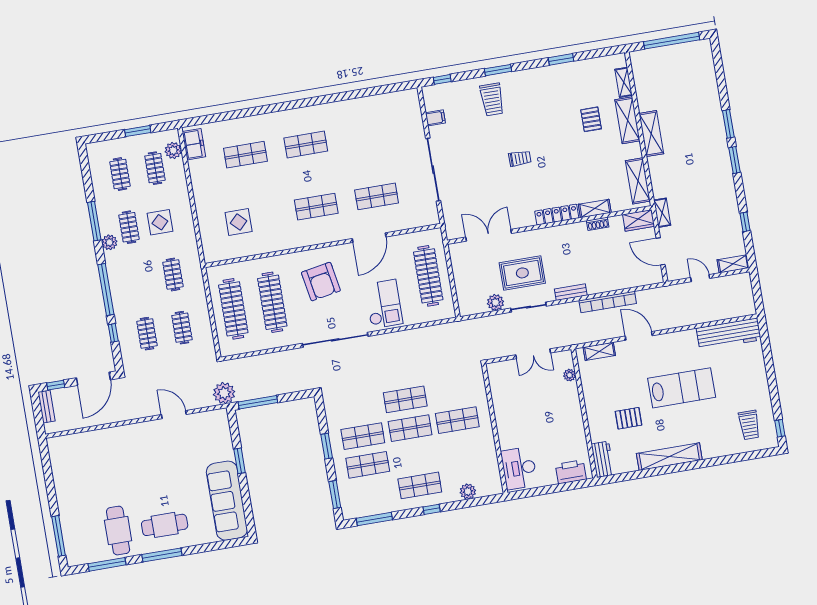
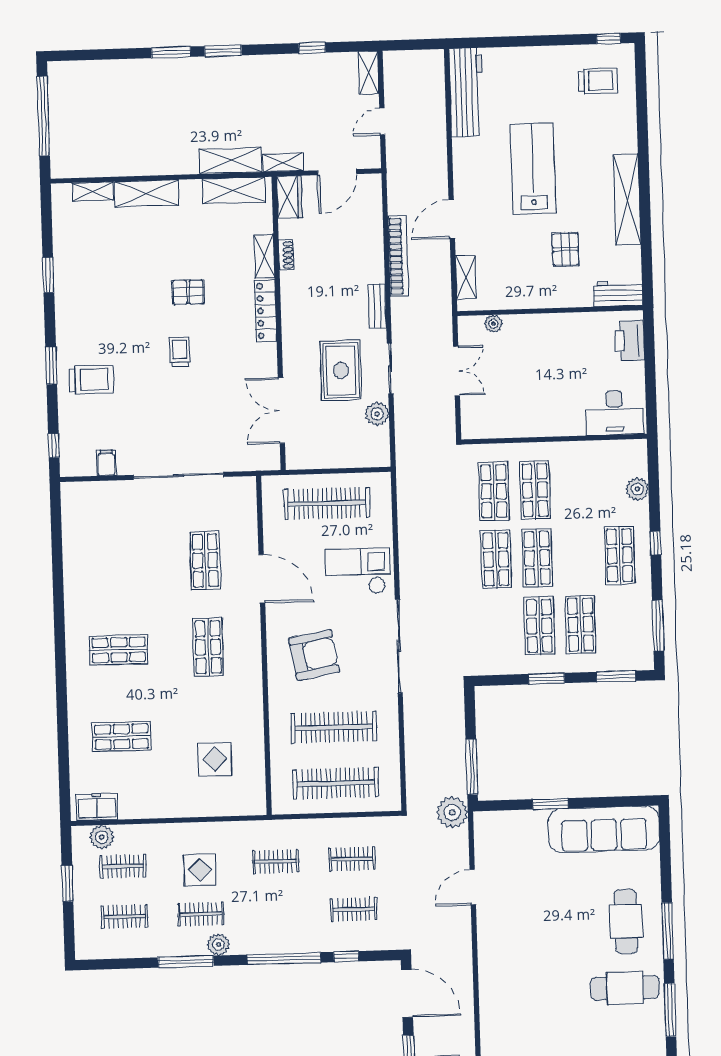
pallet: (591, 119) -> (188, 292), moved
shelving: (651, 134) -> (230, 161), moved
shop shelf: (306, 144) -> (119, 650), turned 90
shop shelf: (245, 155) -> (121, 737), turned 90
shop shelf: (452, 391) -> (494, 491), added

